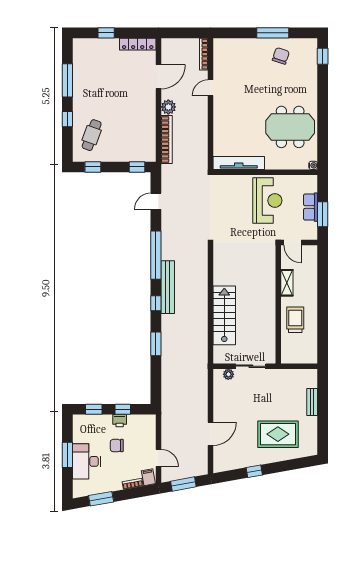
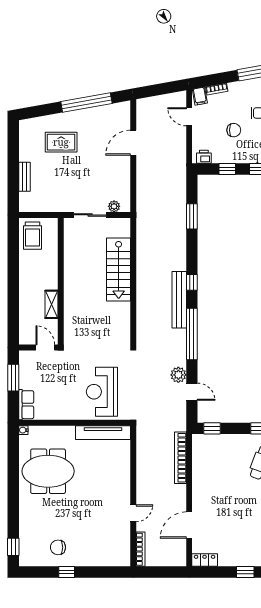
window: (273, 33) -> (67, 572), width x0.46
locker: (138, 44) -> (205, 560), width x0.66
chair: (281, 56) -> (58, 547), turned 72
plant: (168, 107) -> (178, 375), moved
reception desk: (267, 200) -> (102, 392), moved
door: (156, 201) -> (192, 392), hinge flipped
row of seats: (311, 207) -> (26, 405), moved
trolley: (295, 320) -> (32, 236), moved
window: (156, 344) -> (192, 216), moved
printer: (120, 421) -> (204, 157), moved
rug: (278, 434) -> (61, 142), width x0.73, depth x0.70
window: (254, 471) -> (86, 102), width x3.17
window: (183, 484) -> (162, 89), removed

